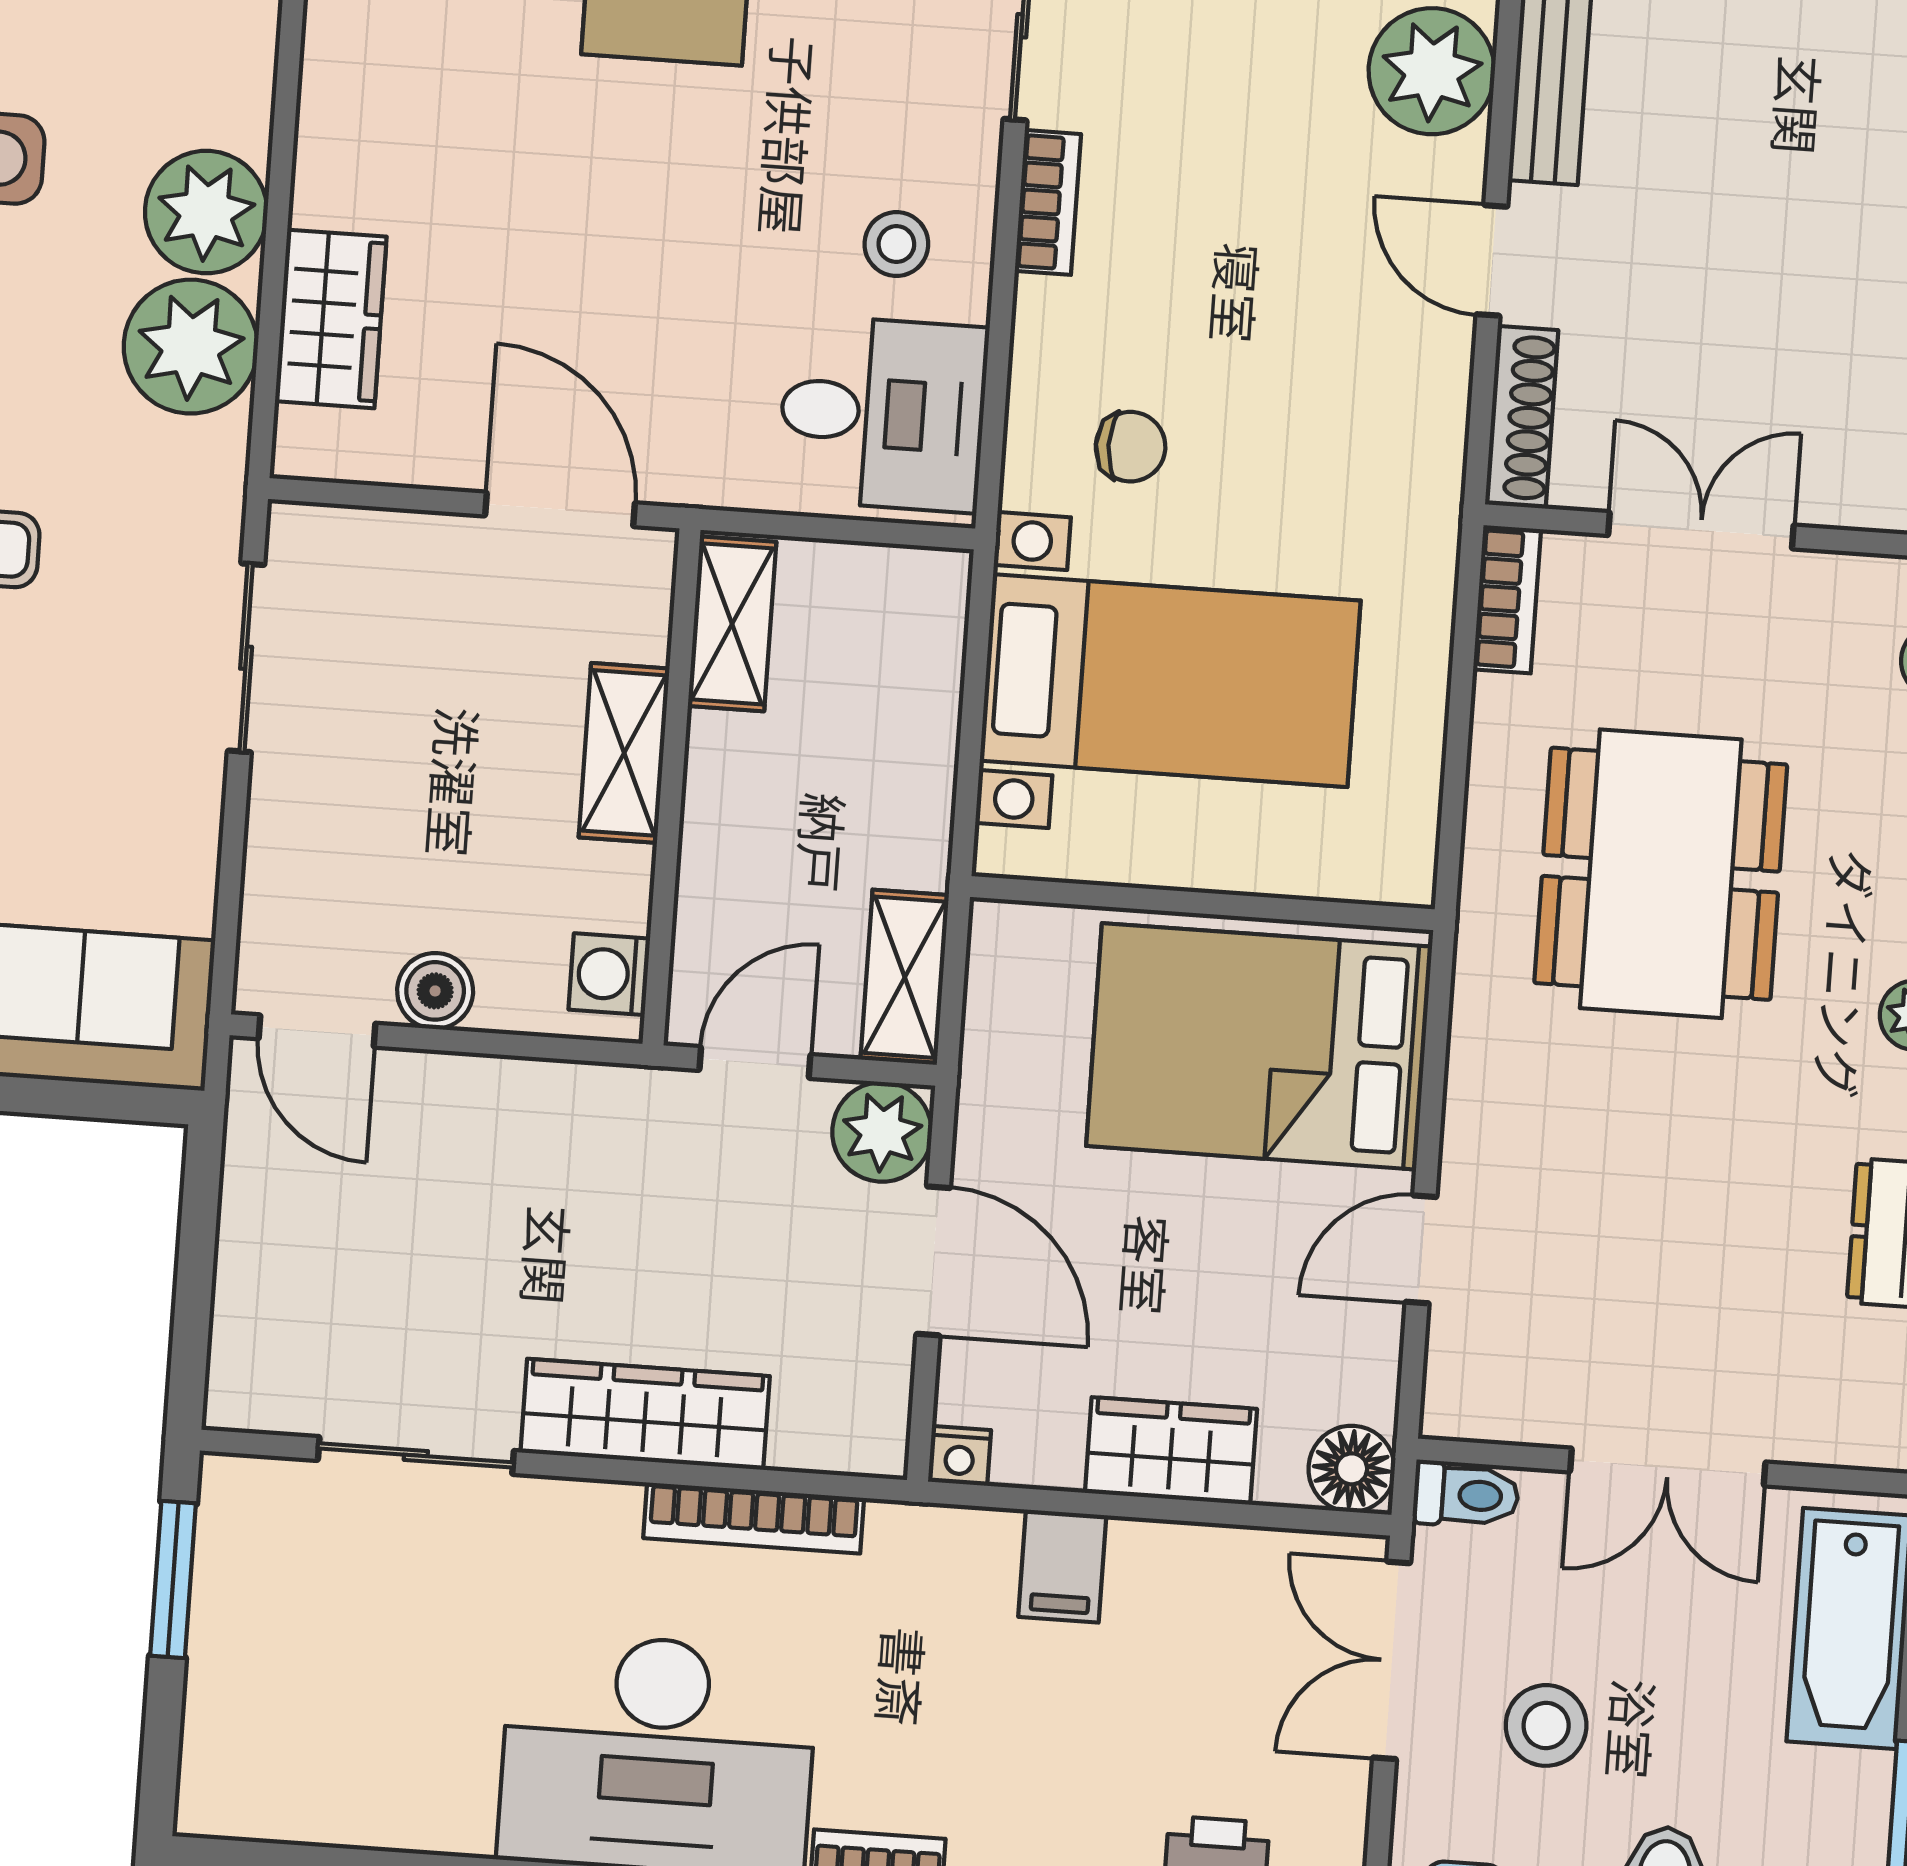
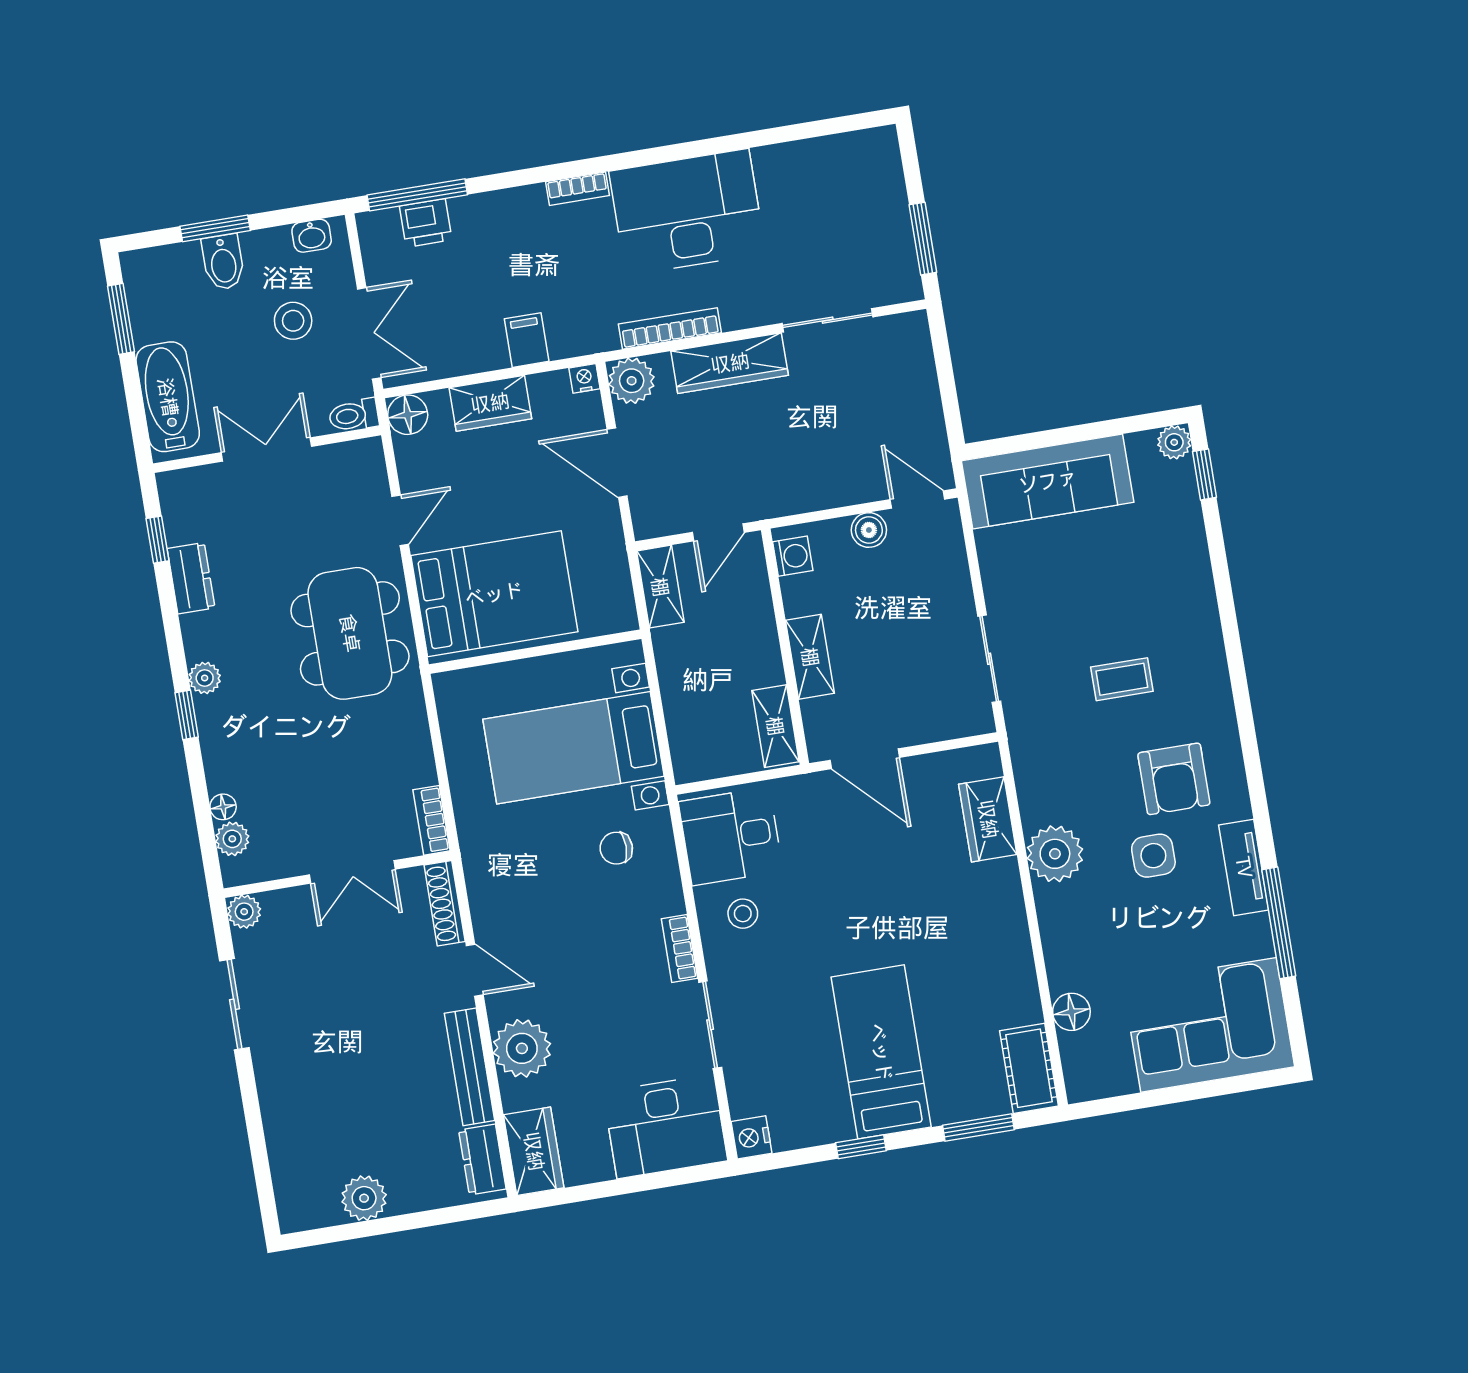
plant: (191, 347) -> (1047, 792), removed
dining table: (1661, 874) -> (350, 633), moved
plant: (882, 1132) -> (632, 381), moved

